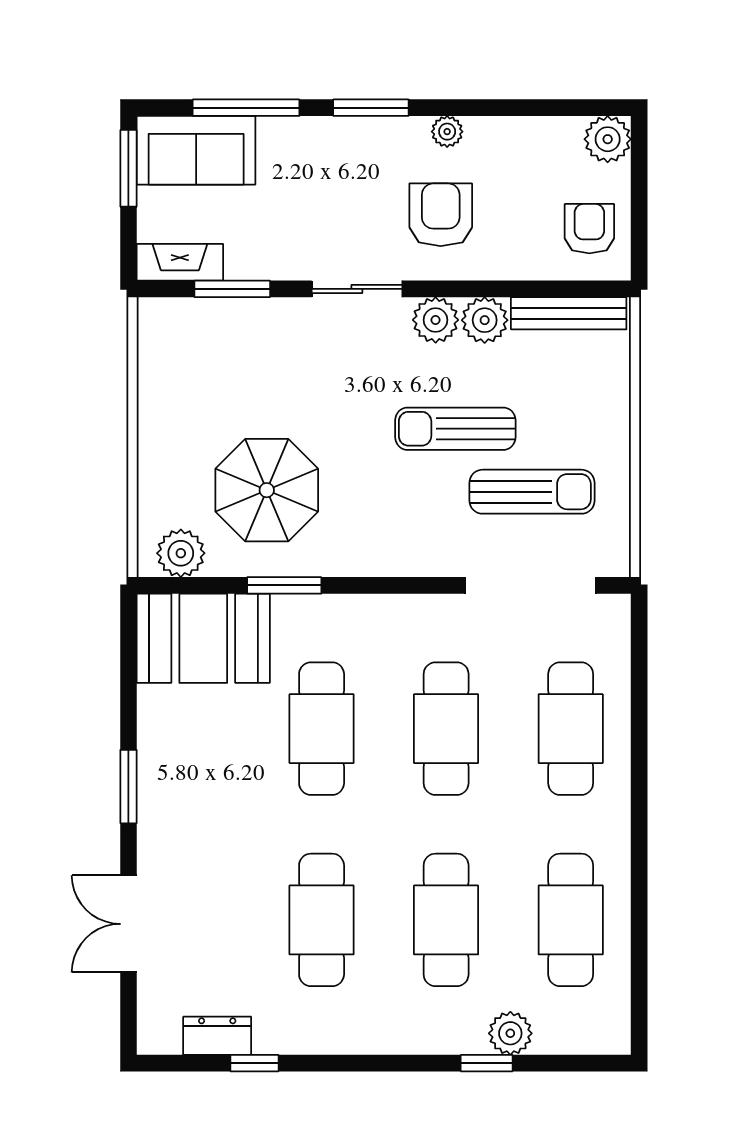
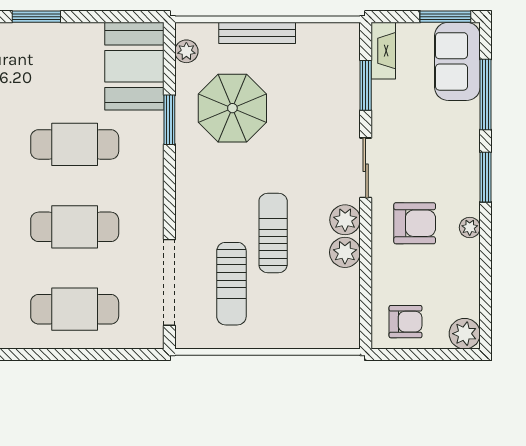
bench: (569, 313) -> (257, 33), moved, turned 90
plant: (181, 553) -> (186, 51), width x0.73, depth x0.73

